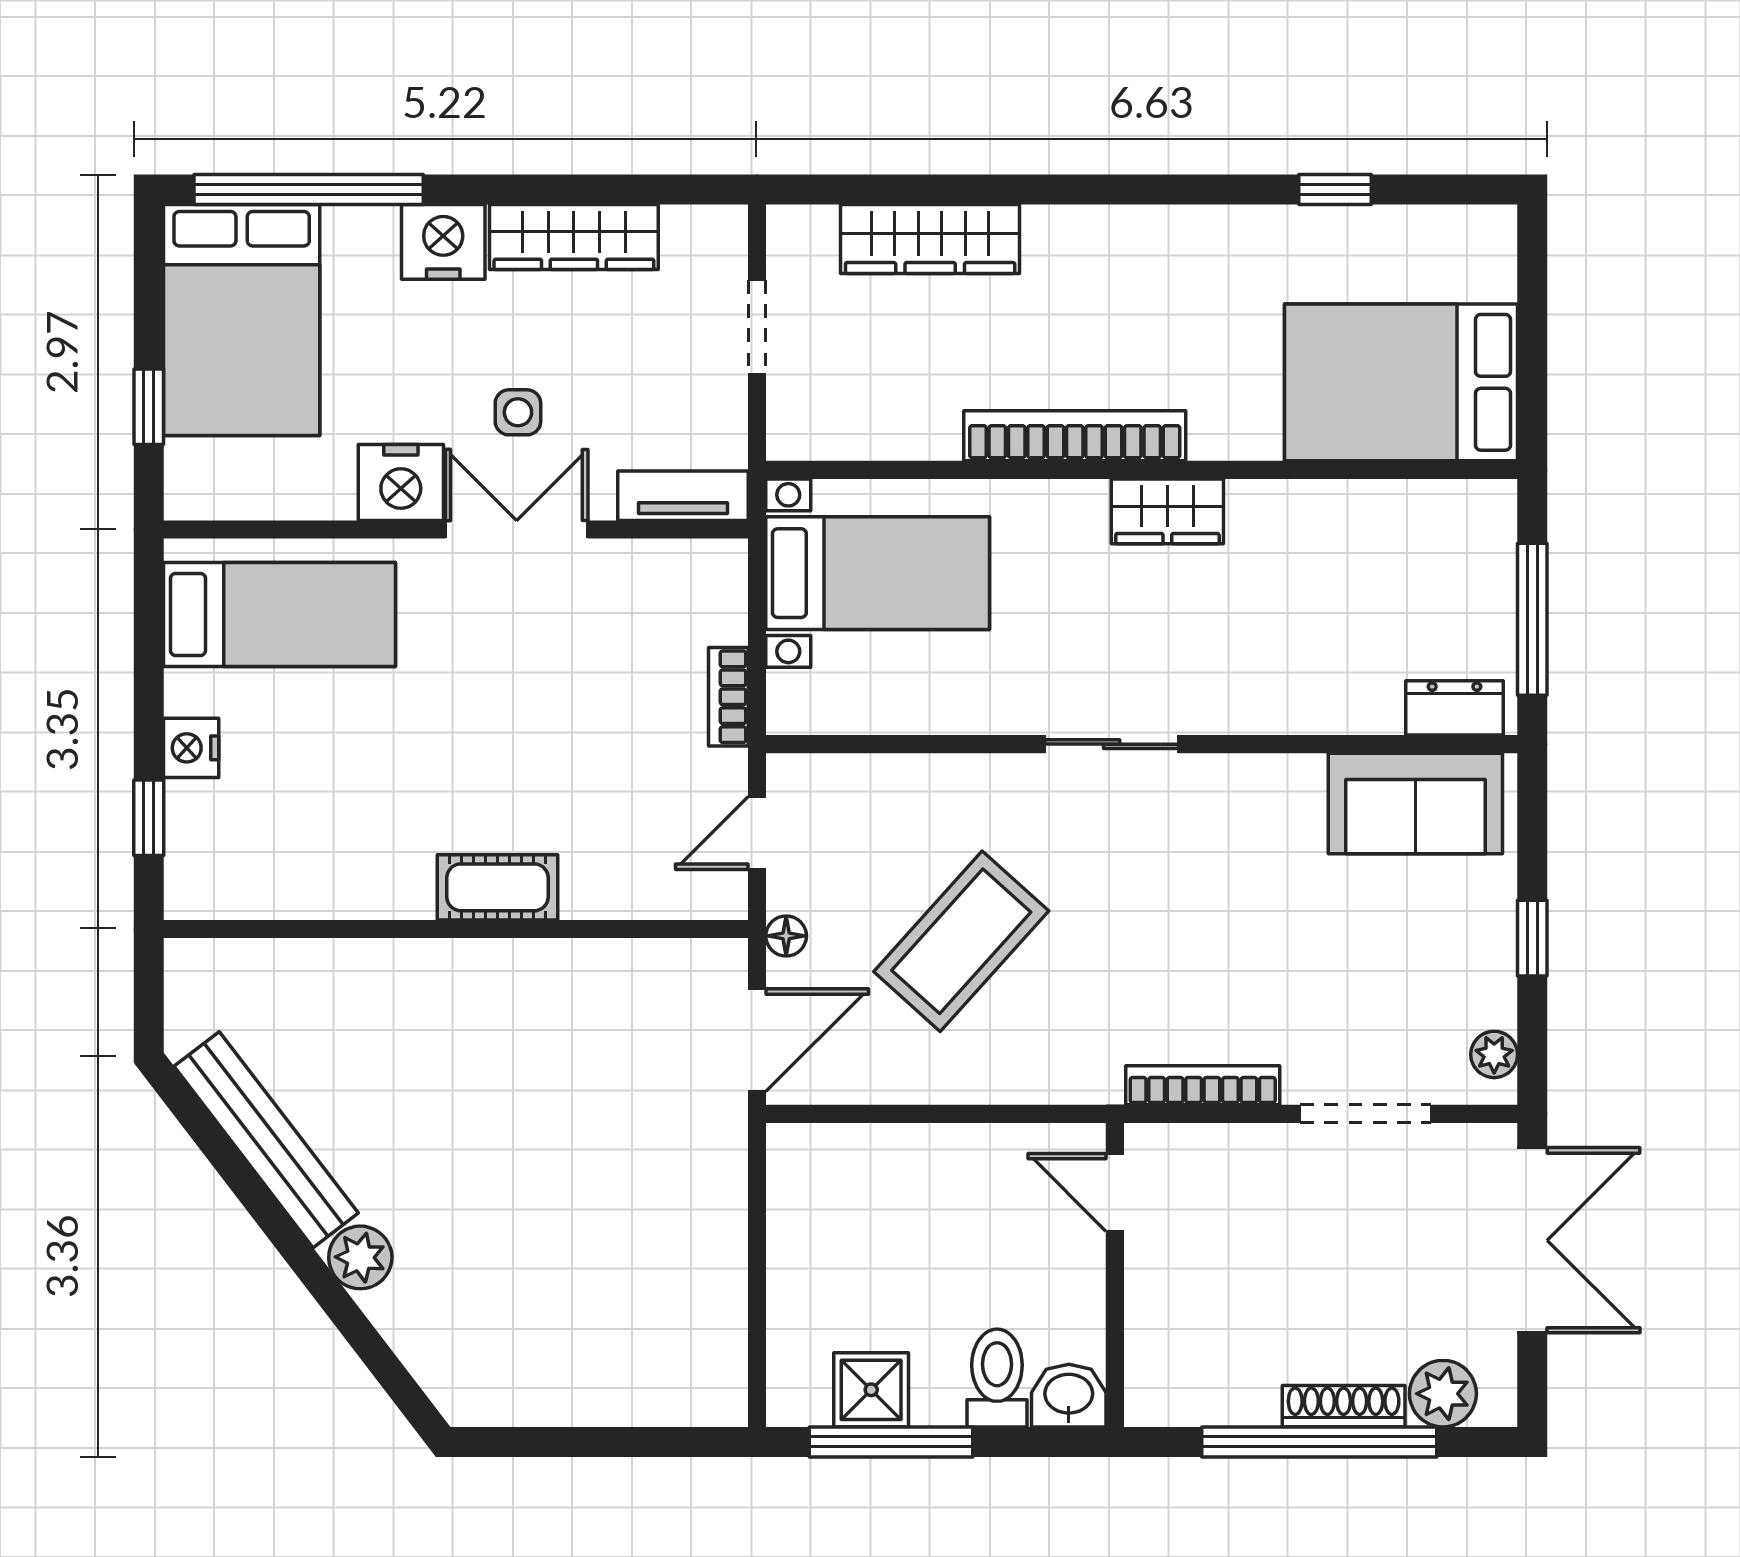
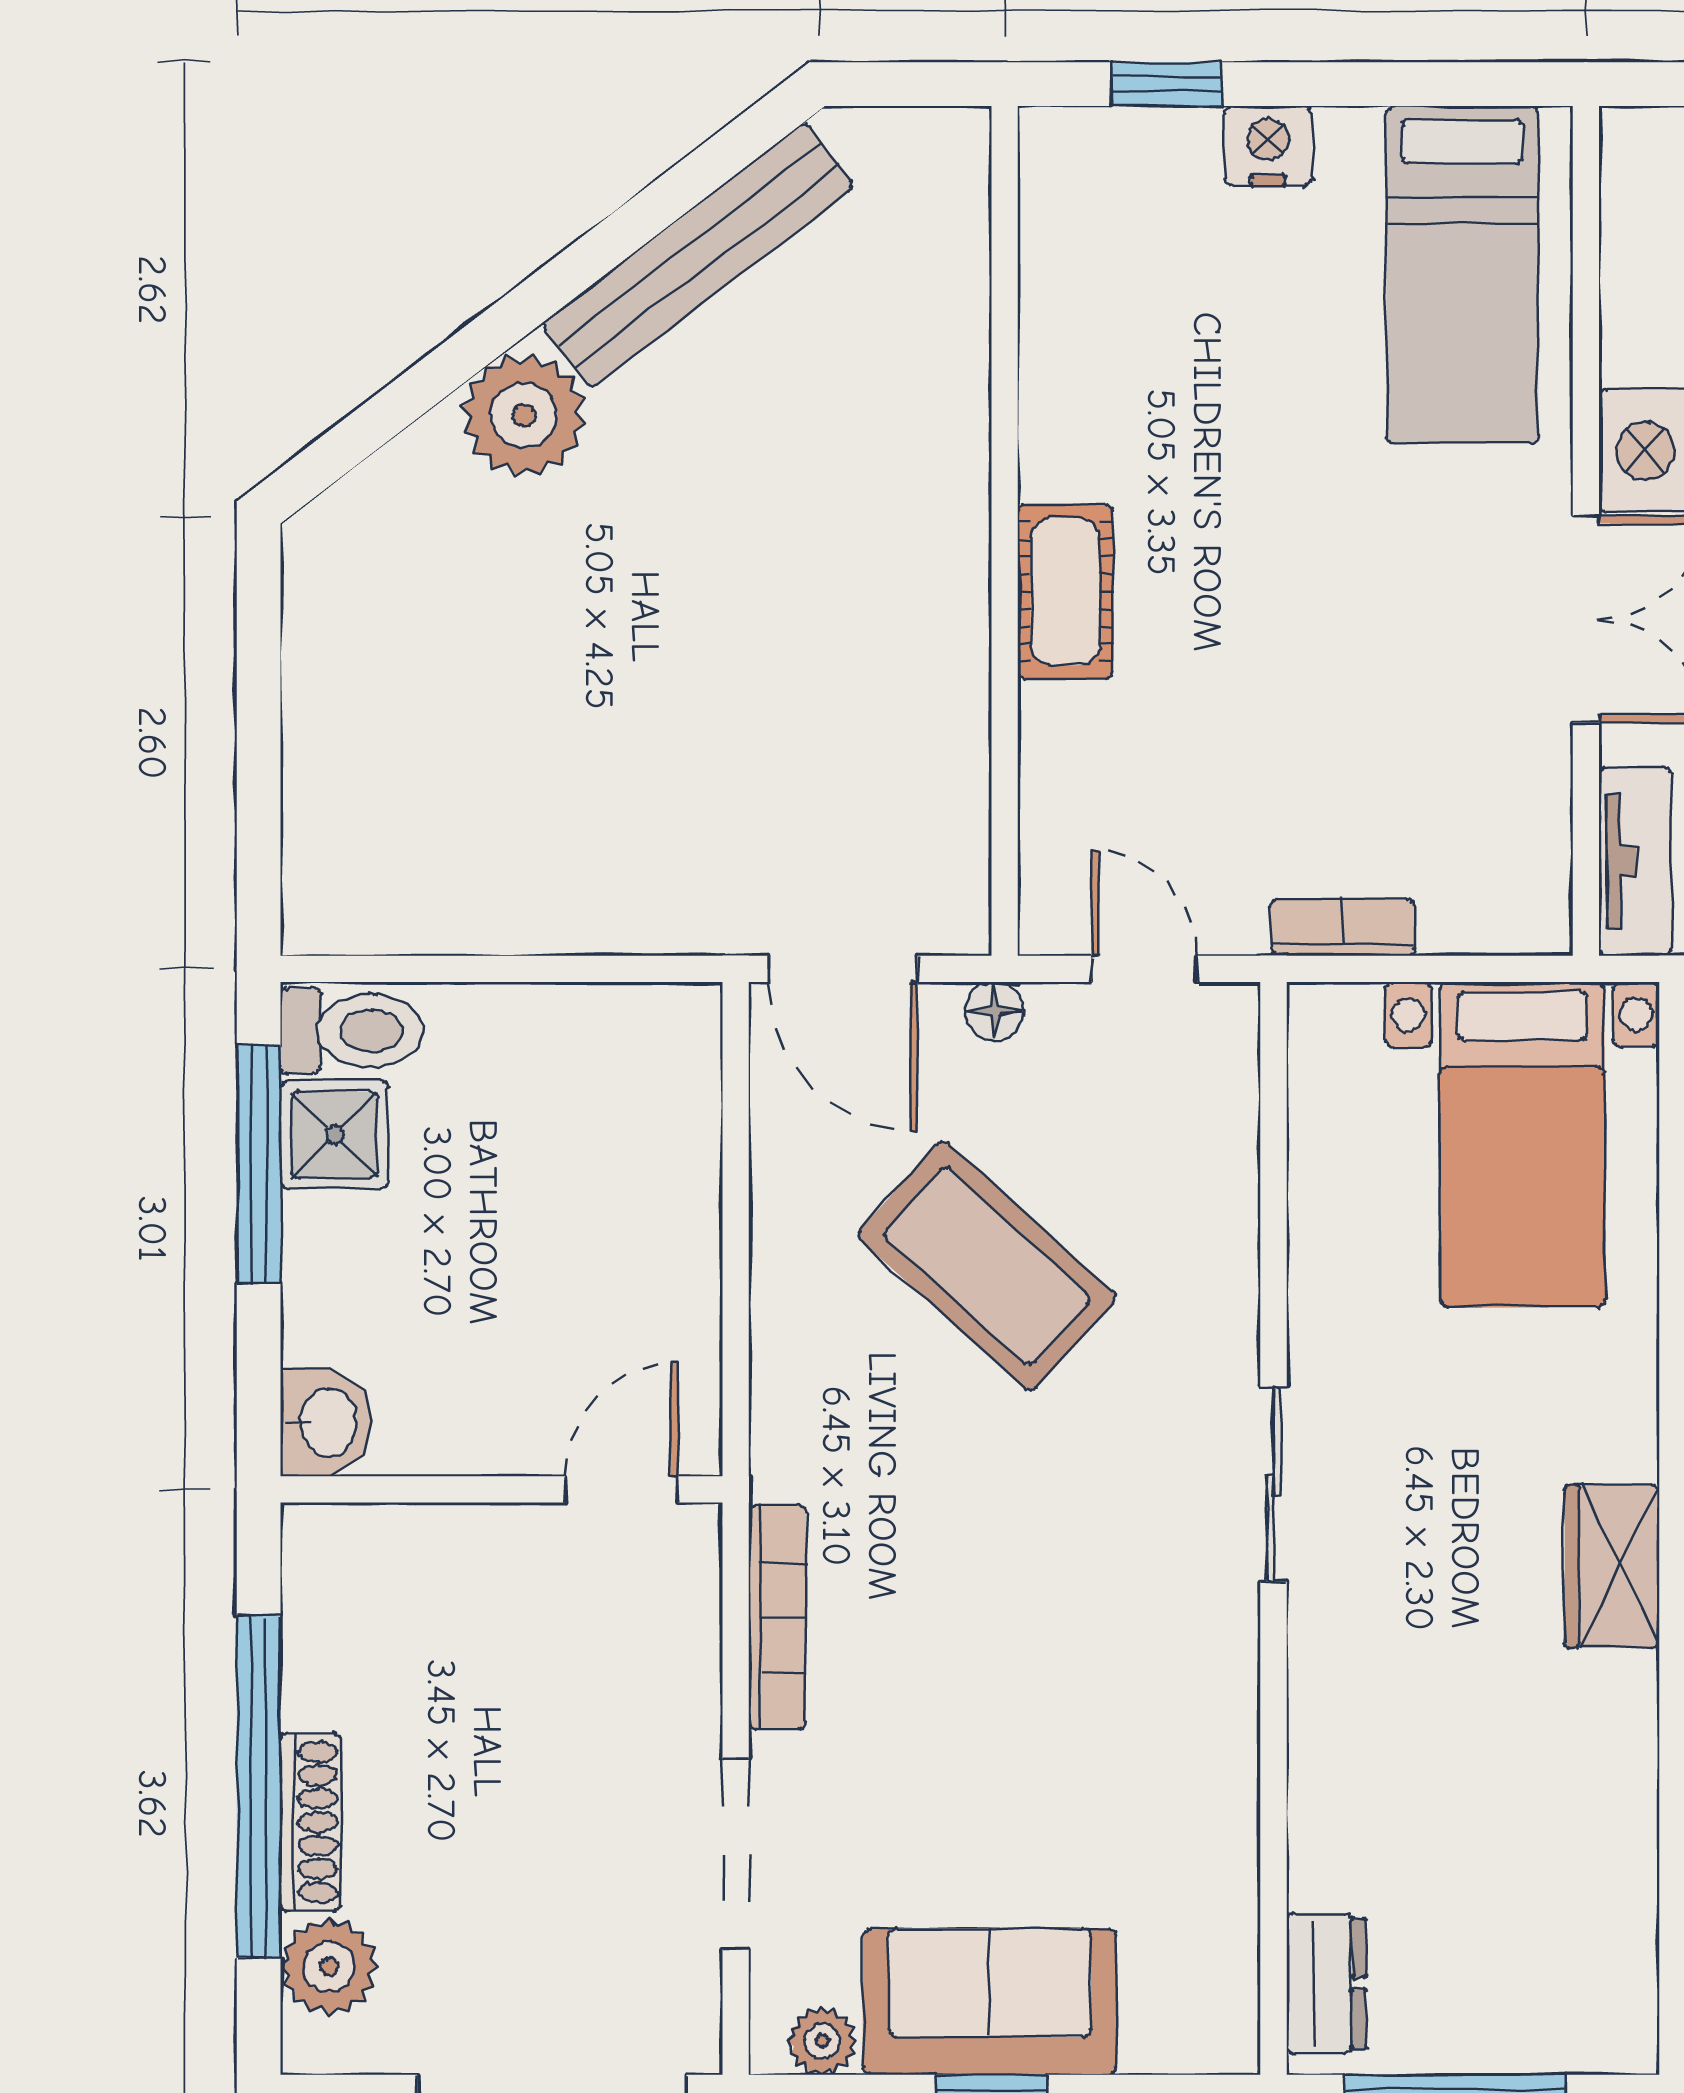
sofa: (1415, 803) -> (990, 2002), moved, turned 90
plant: (360, 1257) -> (524, 415), width x1.36, depth x1.36
toilet: (997, 1378) -> (352, 1031), moved

